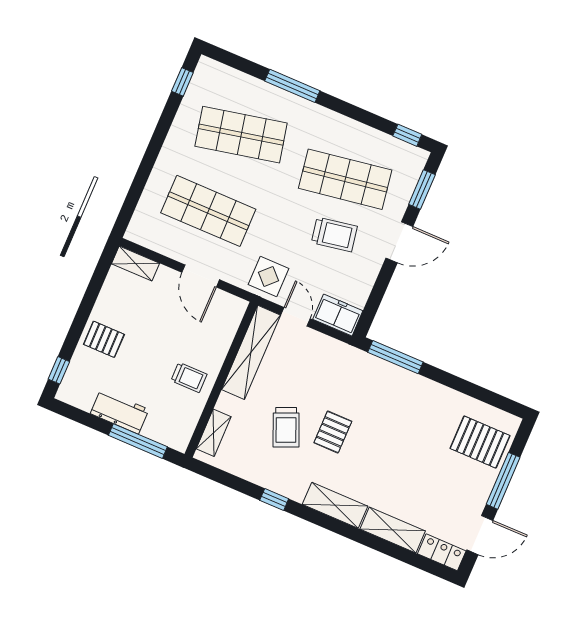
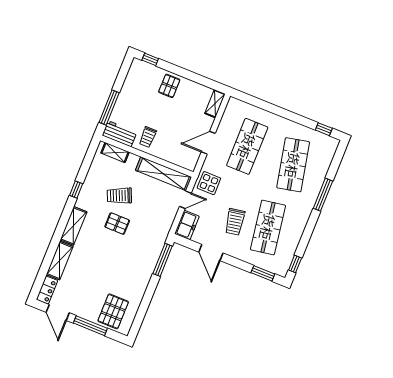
door: (399, 242) -> (211, 252), moved
workbench: (120, 411) -> (120, 134), moved, turned -90

